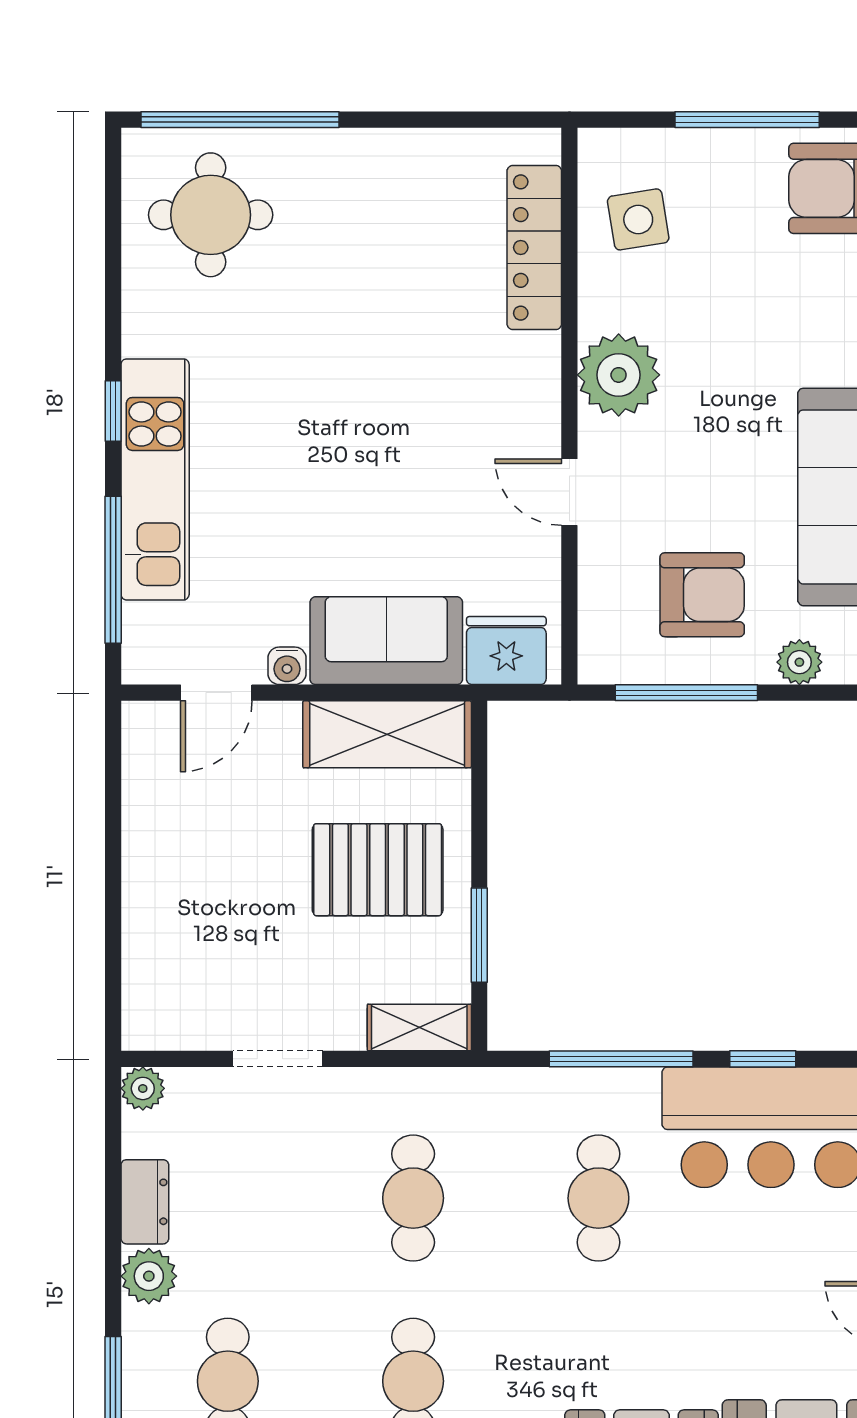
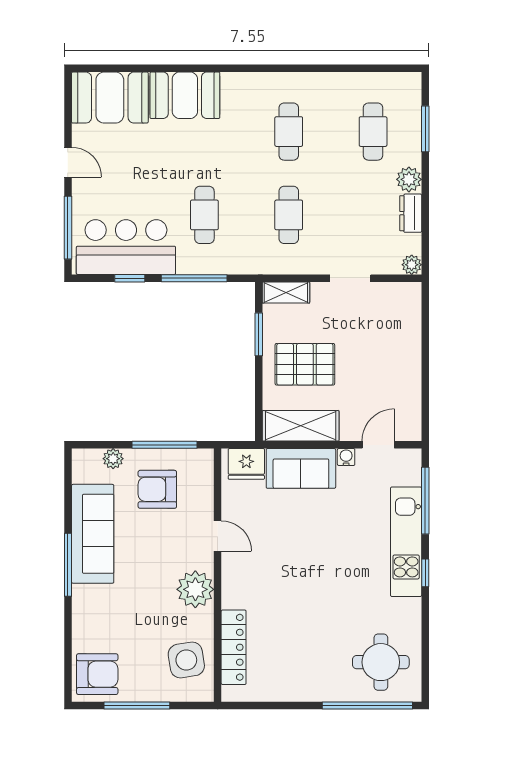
side table: (638, 219) -> (186, 660), width x1.37, depth x1.37

